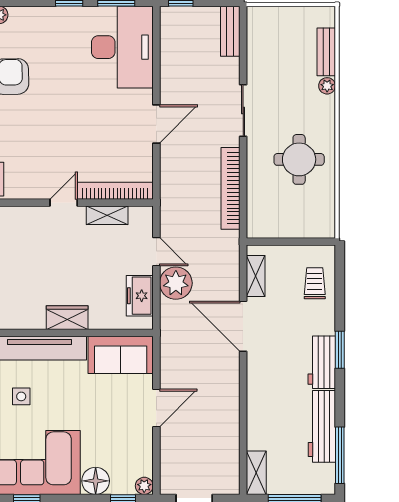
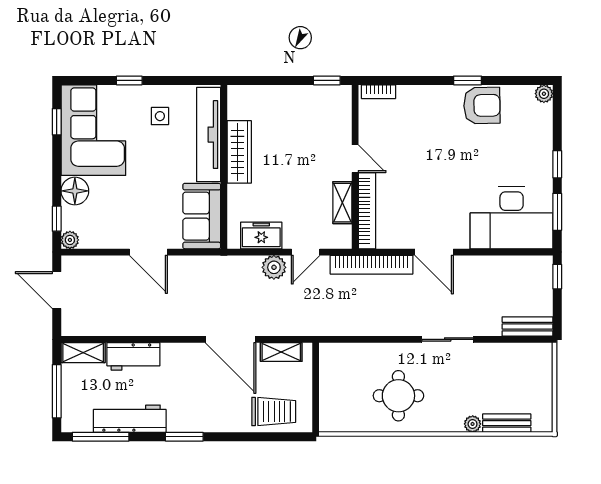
bookcase: (231, 188) -> (371, 265), moved, turned 180
plant: (176, 283) -> (274, 267), width x0.73, depth x0.73
trolley: (315, 283) -> (274, 411), width x1.36, depth x1.39
wardrobe: (67, 318) -> (239, 152), width x1.50
door: (243, 326) -> (231, 339), swing flipped
window: (340, 350) -> (184, 437), moved
workbench: (322, 362) -> (133, 356), moved, turned 180

